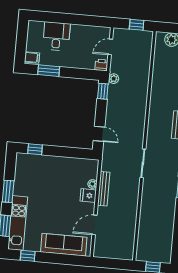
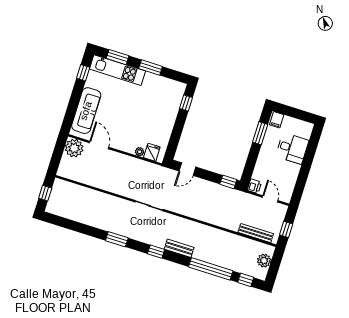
plant: (114, 79) -> (74, 148), moved, width x1.87, depth x1.87
bench: (104, 189) -> (256, 233), moved
fridge: (88, 196) -> (152, 152), moved

